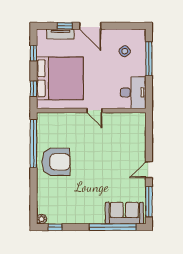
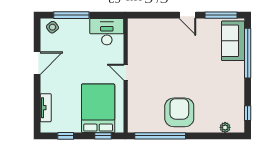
window: (65, 26) -> (37, 103), removed
door: (90, 26) -> (37, 63), moved
side table: (125, 51) -> (52, 27), moved
bed: (60, 78) -> (98, 108), width x0.73
door: (94, 111) -> (126, 72), swing flipped
plant: (42, 219) -> (225, 127), moved

